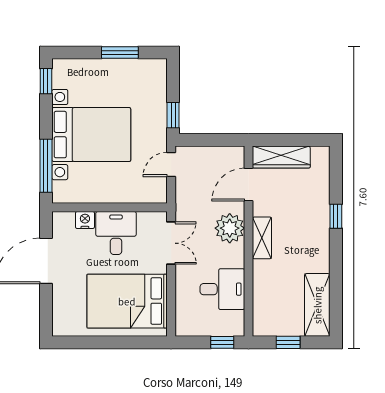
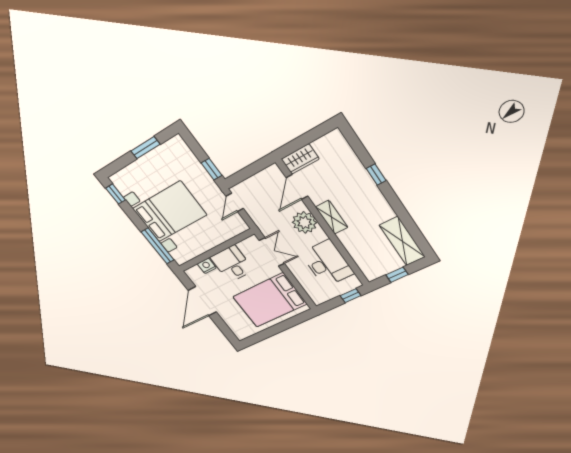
wardrobe: (281, 157) -> (300, 159), width x0.67
desk: (222, 289) -> (327, 263), width x1.37

